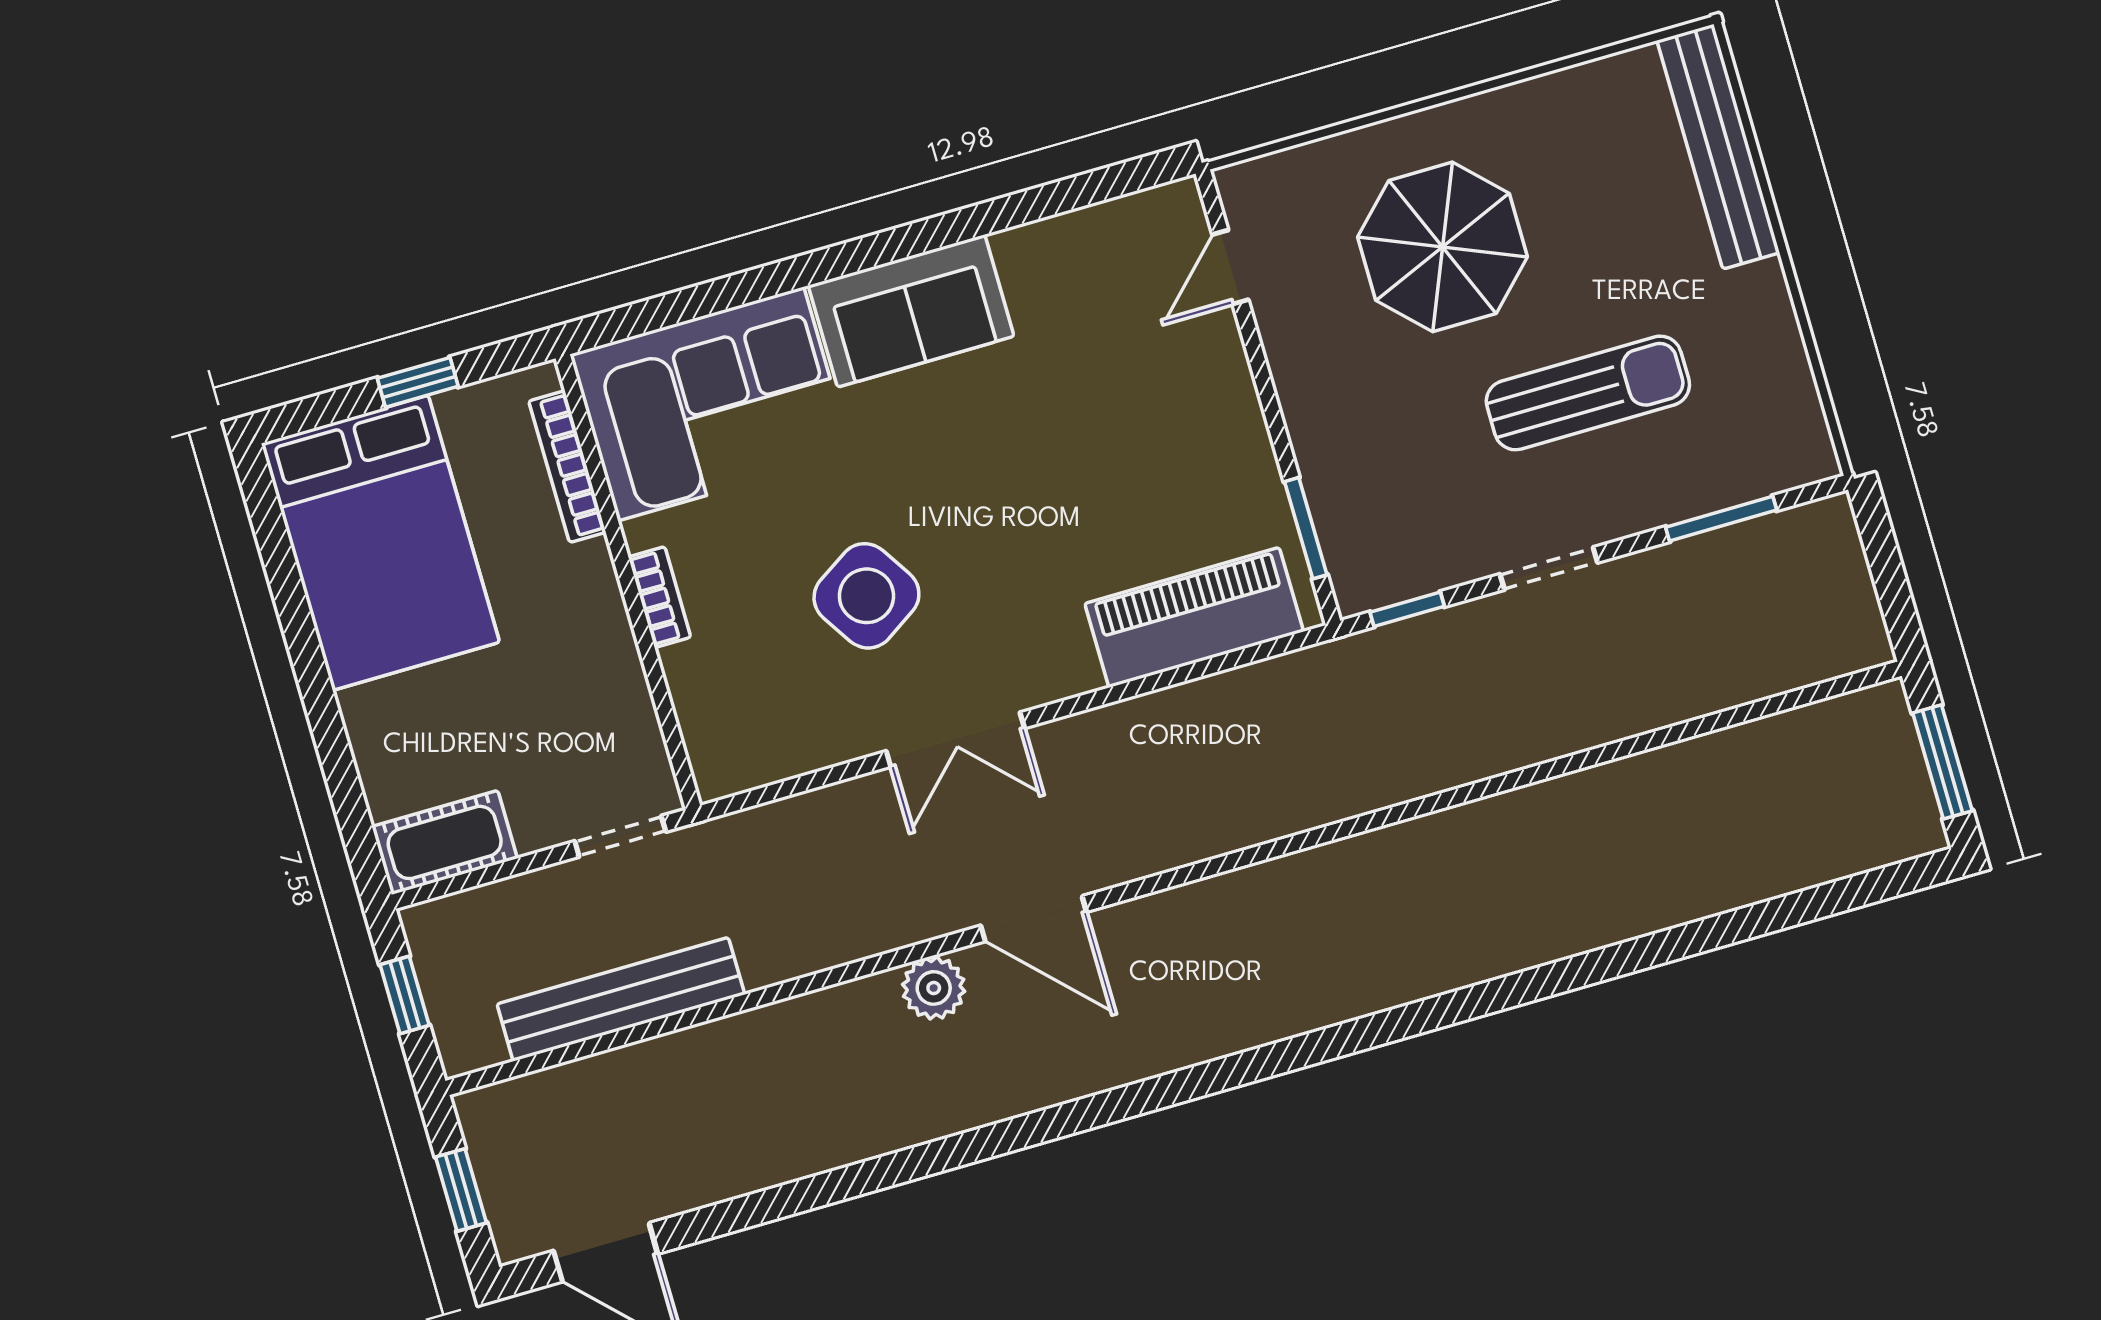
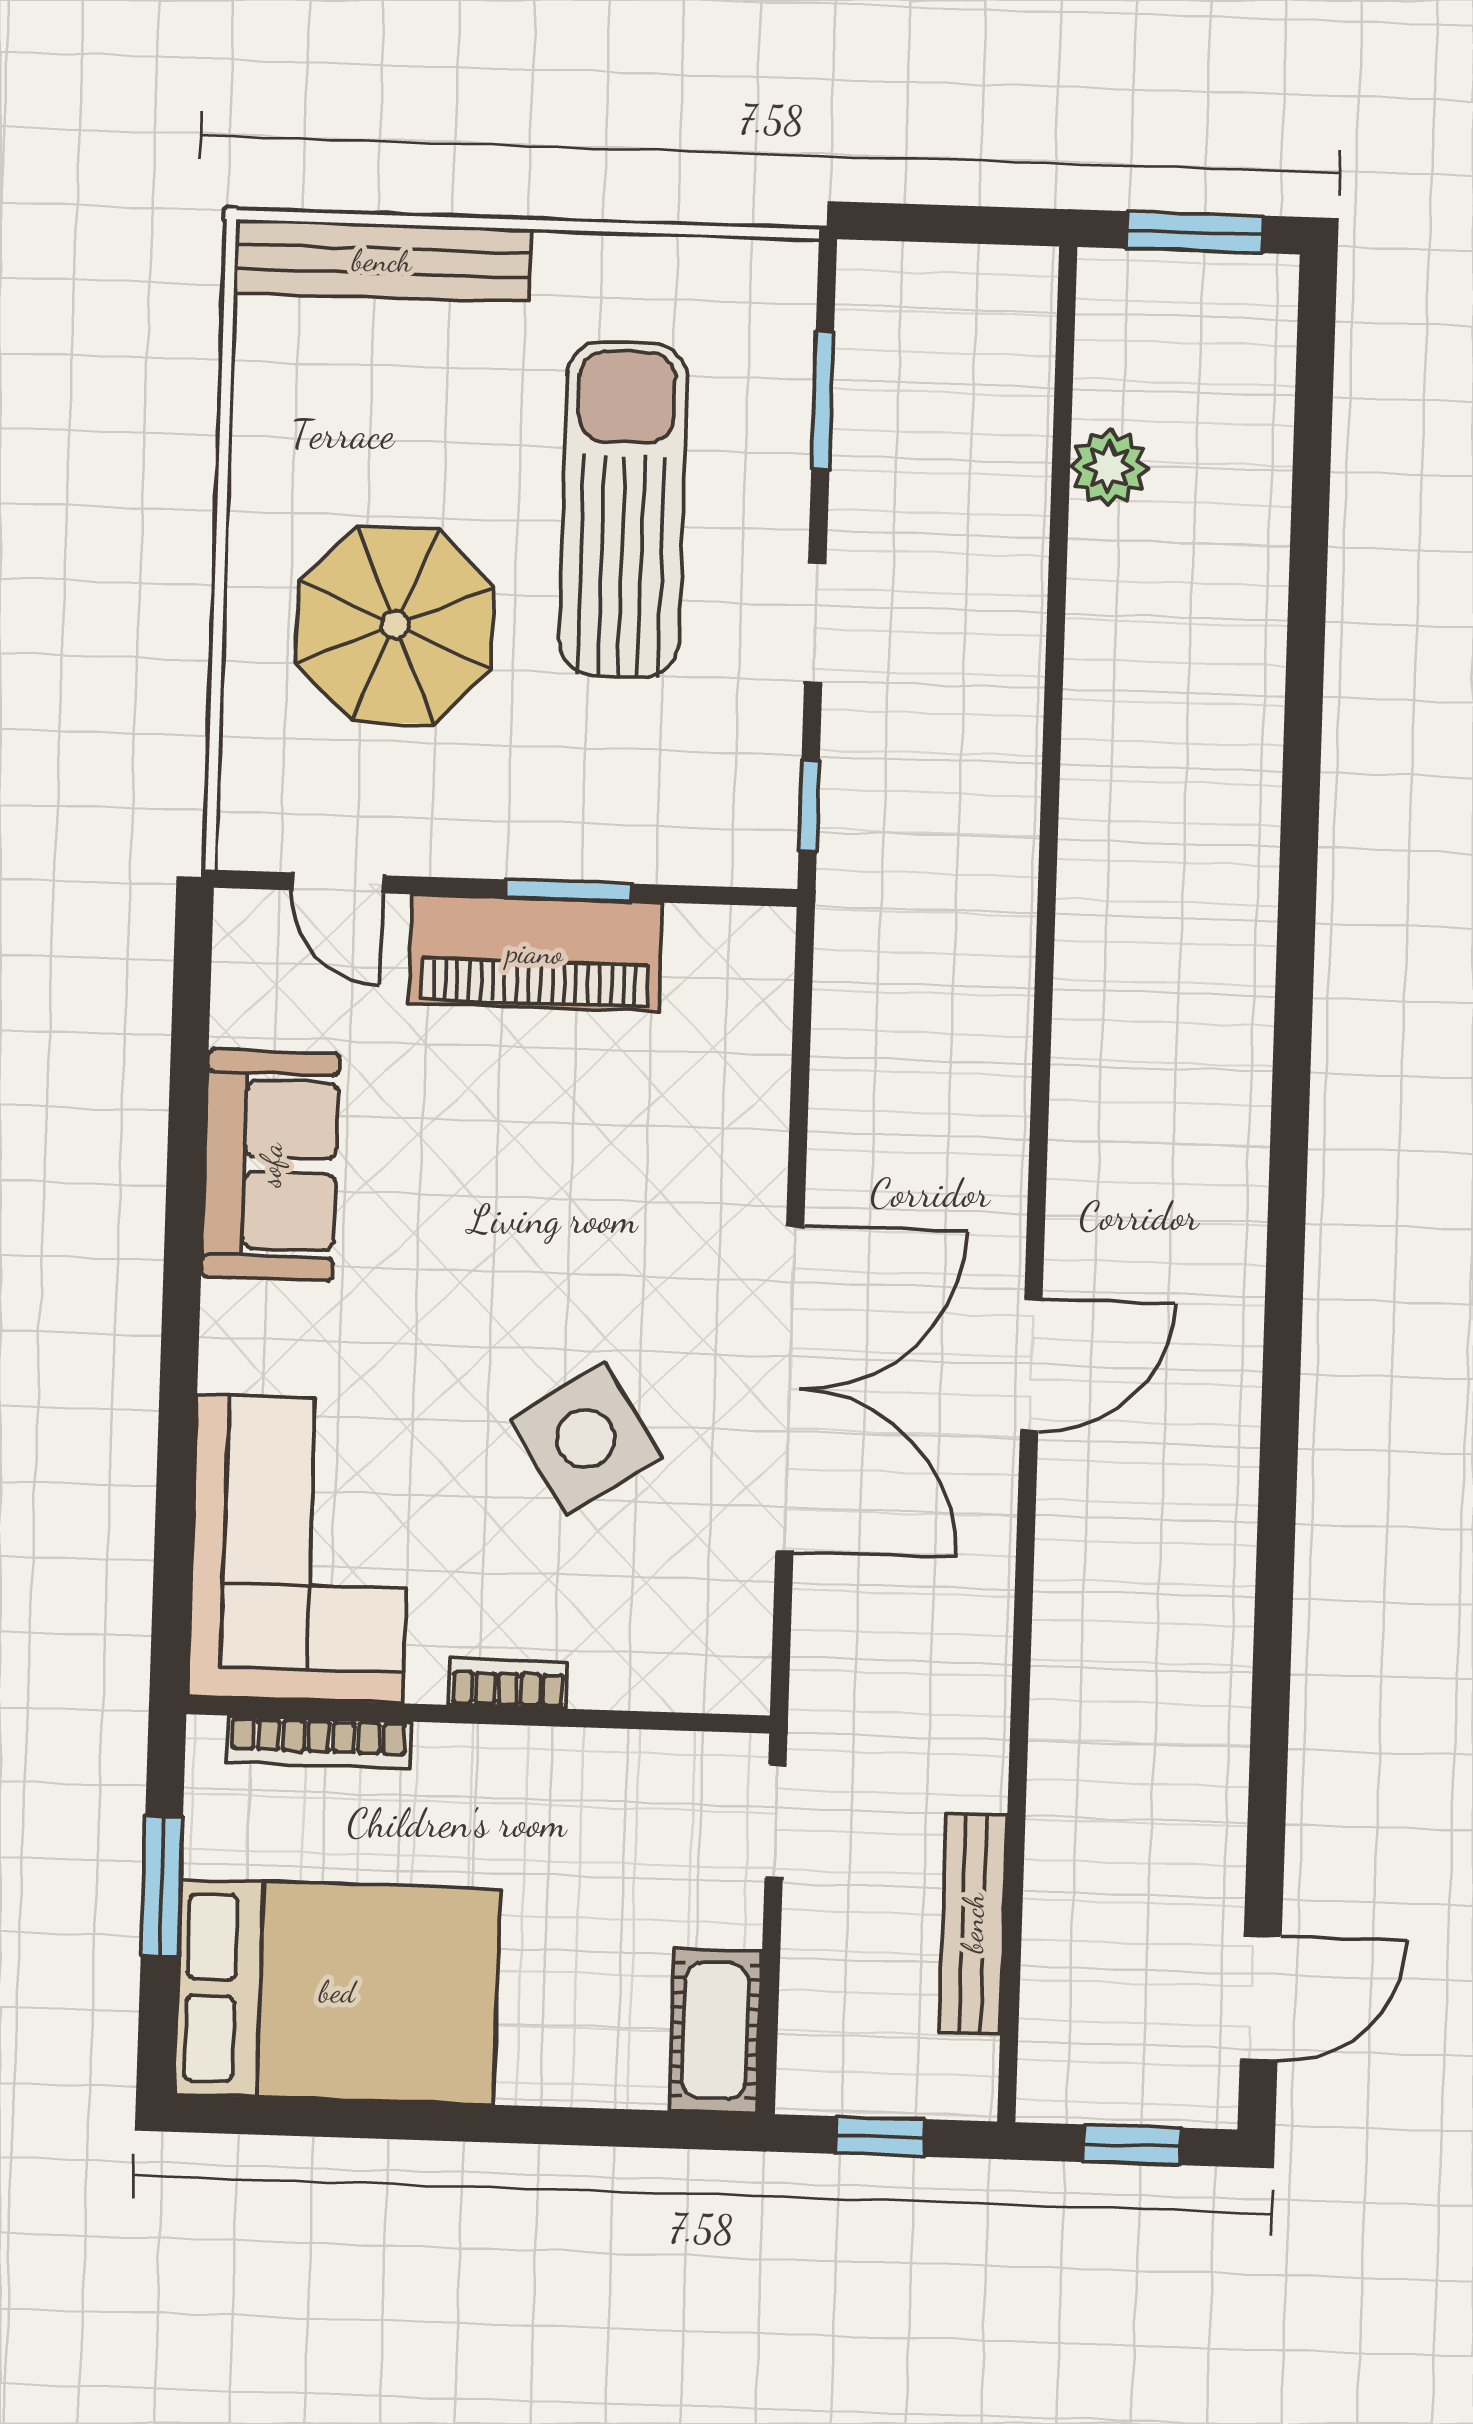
sofa: (911, 311) -> (271, 1165), moved
window: (418, 382) -> (162, 1886), width x1.50
sun lounger: (1588, 393) -> (623, 509), width x1.36, depth x1.34
window: (1306, 528) -> (568, 891), moved
piano: (1194, 617) -> (535, 953), moved, turned -90
double door: (955, 740) -> (790, 1389), width x1.87
plant: (934, 988) -> (1109, 467), moved
bench: (621, 999) -> (973, 1923), width x0.73, depth x0.82

